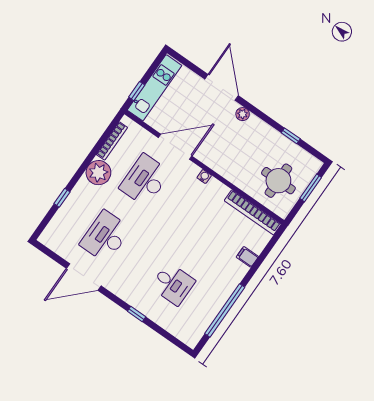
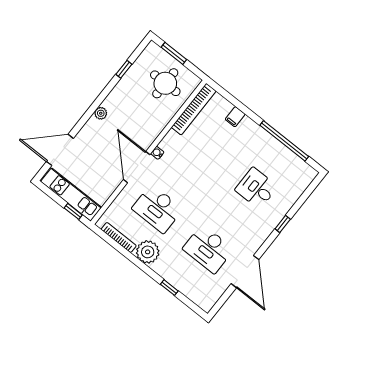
door: (222, 87) -> (60, 150), moved
door: (175, 147) -> (137, 167), moved
desk: (173, 284) -> (256, 188), turned -90

